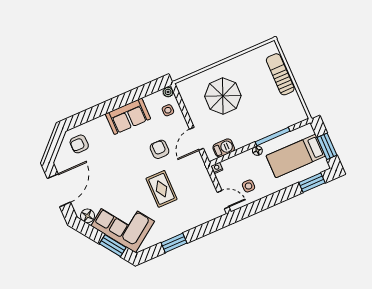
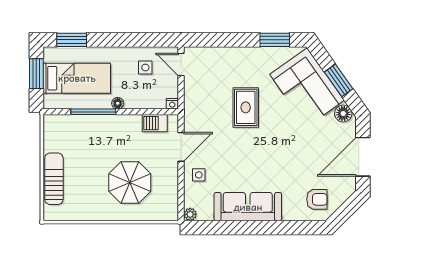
sun lounger: (280, 74) -> (54, 179), turned 180
side table: (168, 110) -> (199, 175), moved
sofa: (128, 116) -> (248, 207), width x1.36
armchair: (160, 149) -> (228, 153), removed
window: (174, 243) -> (275, 40), moved
window: (113, 246) -> (339, 80), moved

